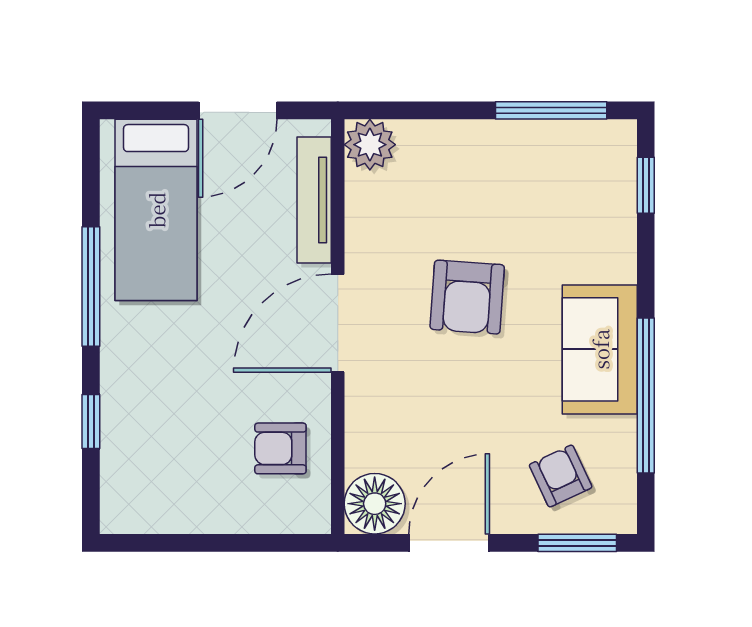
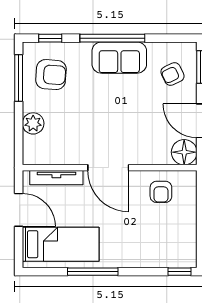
plant: (370, 145) -> (33, 123), moved
armchair: (467, 297) -> (51, 75), moved
window: (646, 396) -> (112, 38), moved
window: (91, 421) -> (180, 272), moved

